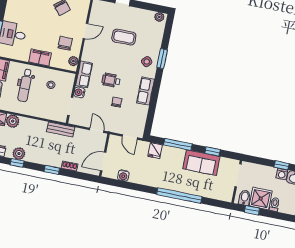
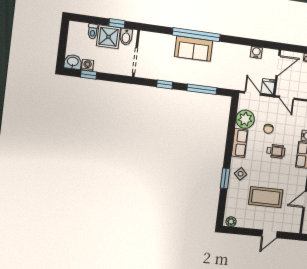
coffee table: (124, 37) -> (266, 197), width x1.36, depth x1.32
plant: (139, 113) -> (245, 119), added
fridge: (155, 151) -> (268, 87), moved
sofa: (201, 163) -> (194, 49), moved, turned 180

